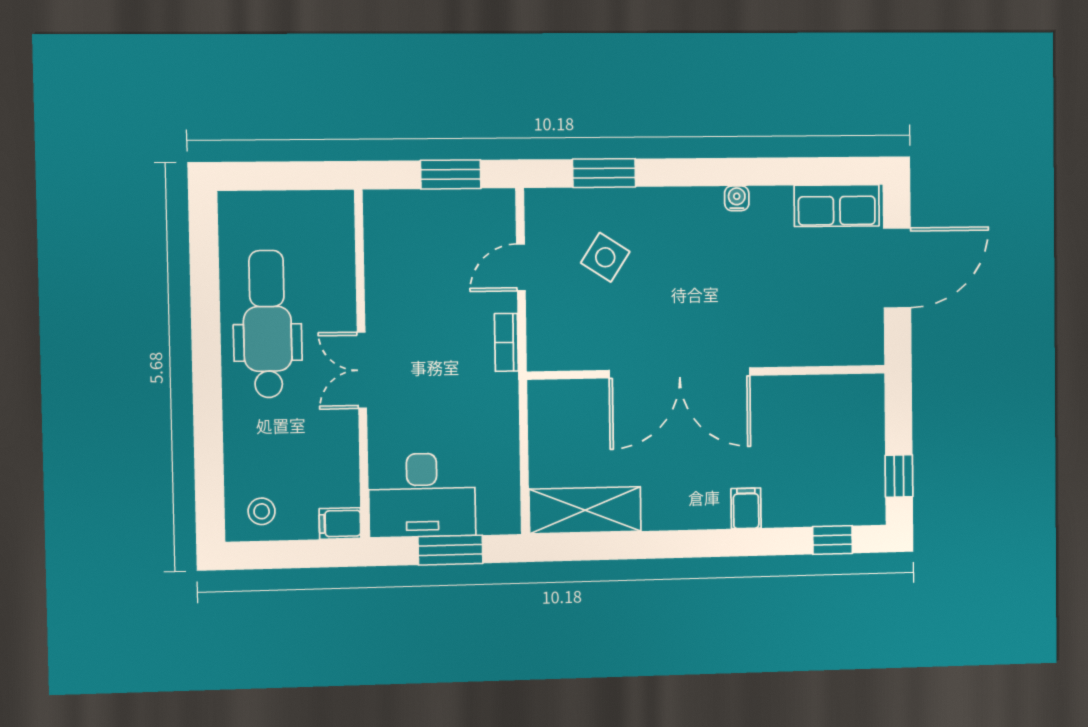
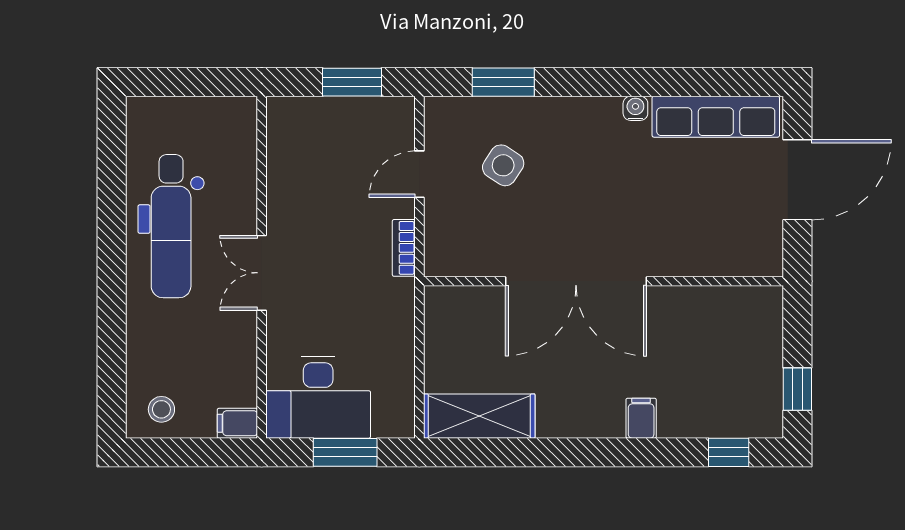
row of seats: (837, 206) -> (716, 117), width x1.48
dental chair: (267, 324) -> (171, 226), turned 180

